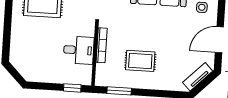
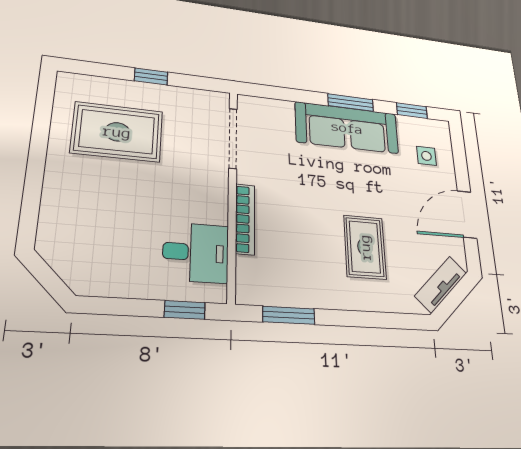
desk: (79, 50) -> (196, 252), moved
rug: (140, 61) -> (365, 247), moved, turned 90

